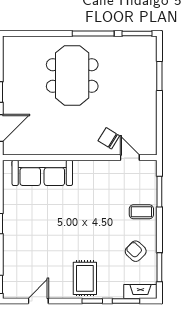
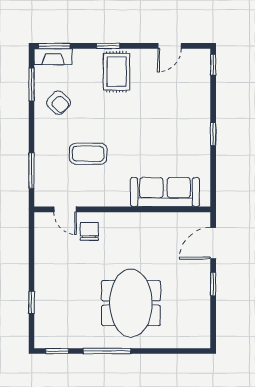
window: (137, 33) -> (57, 351), width x0.67
window: (159, 76) -> (32, 302), width x0.67
chair: (109, 138) -> (89, 231), turned -122
coffee table: (141, 212) -> (88, 154), moved, width x1.36, depth x1.30
window: (126, 301) -> (54, 46), moved

